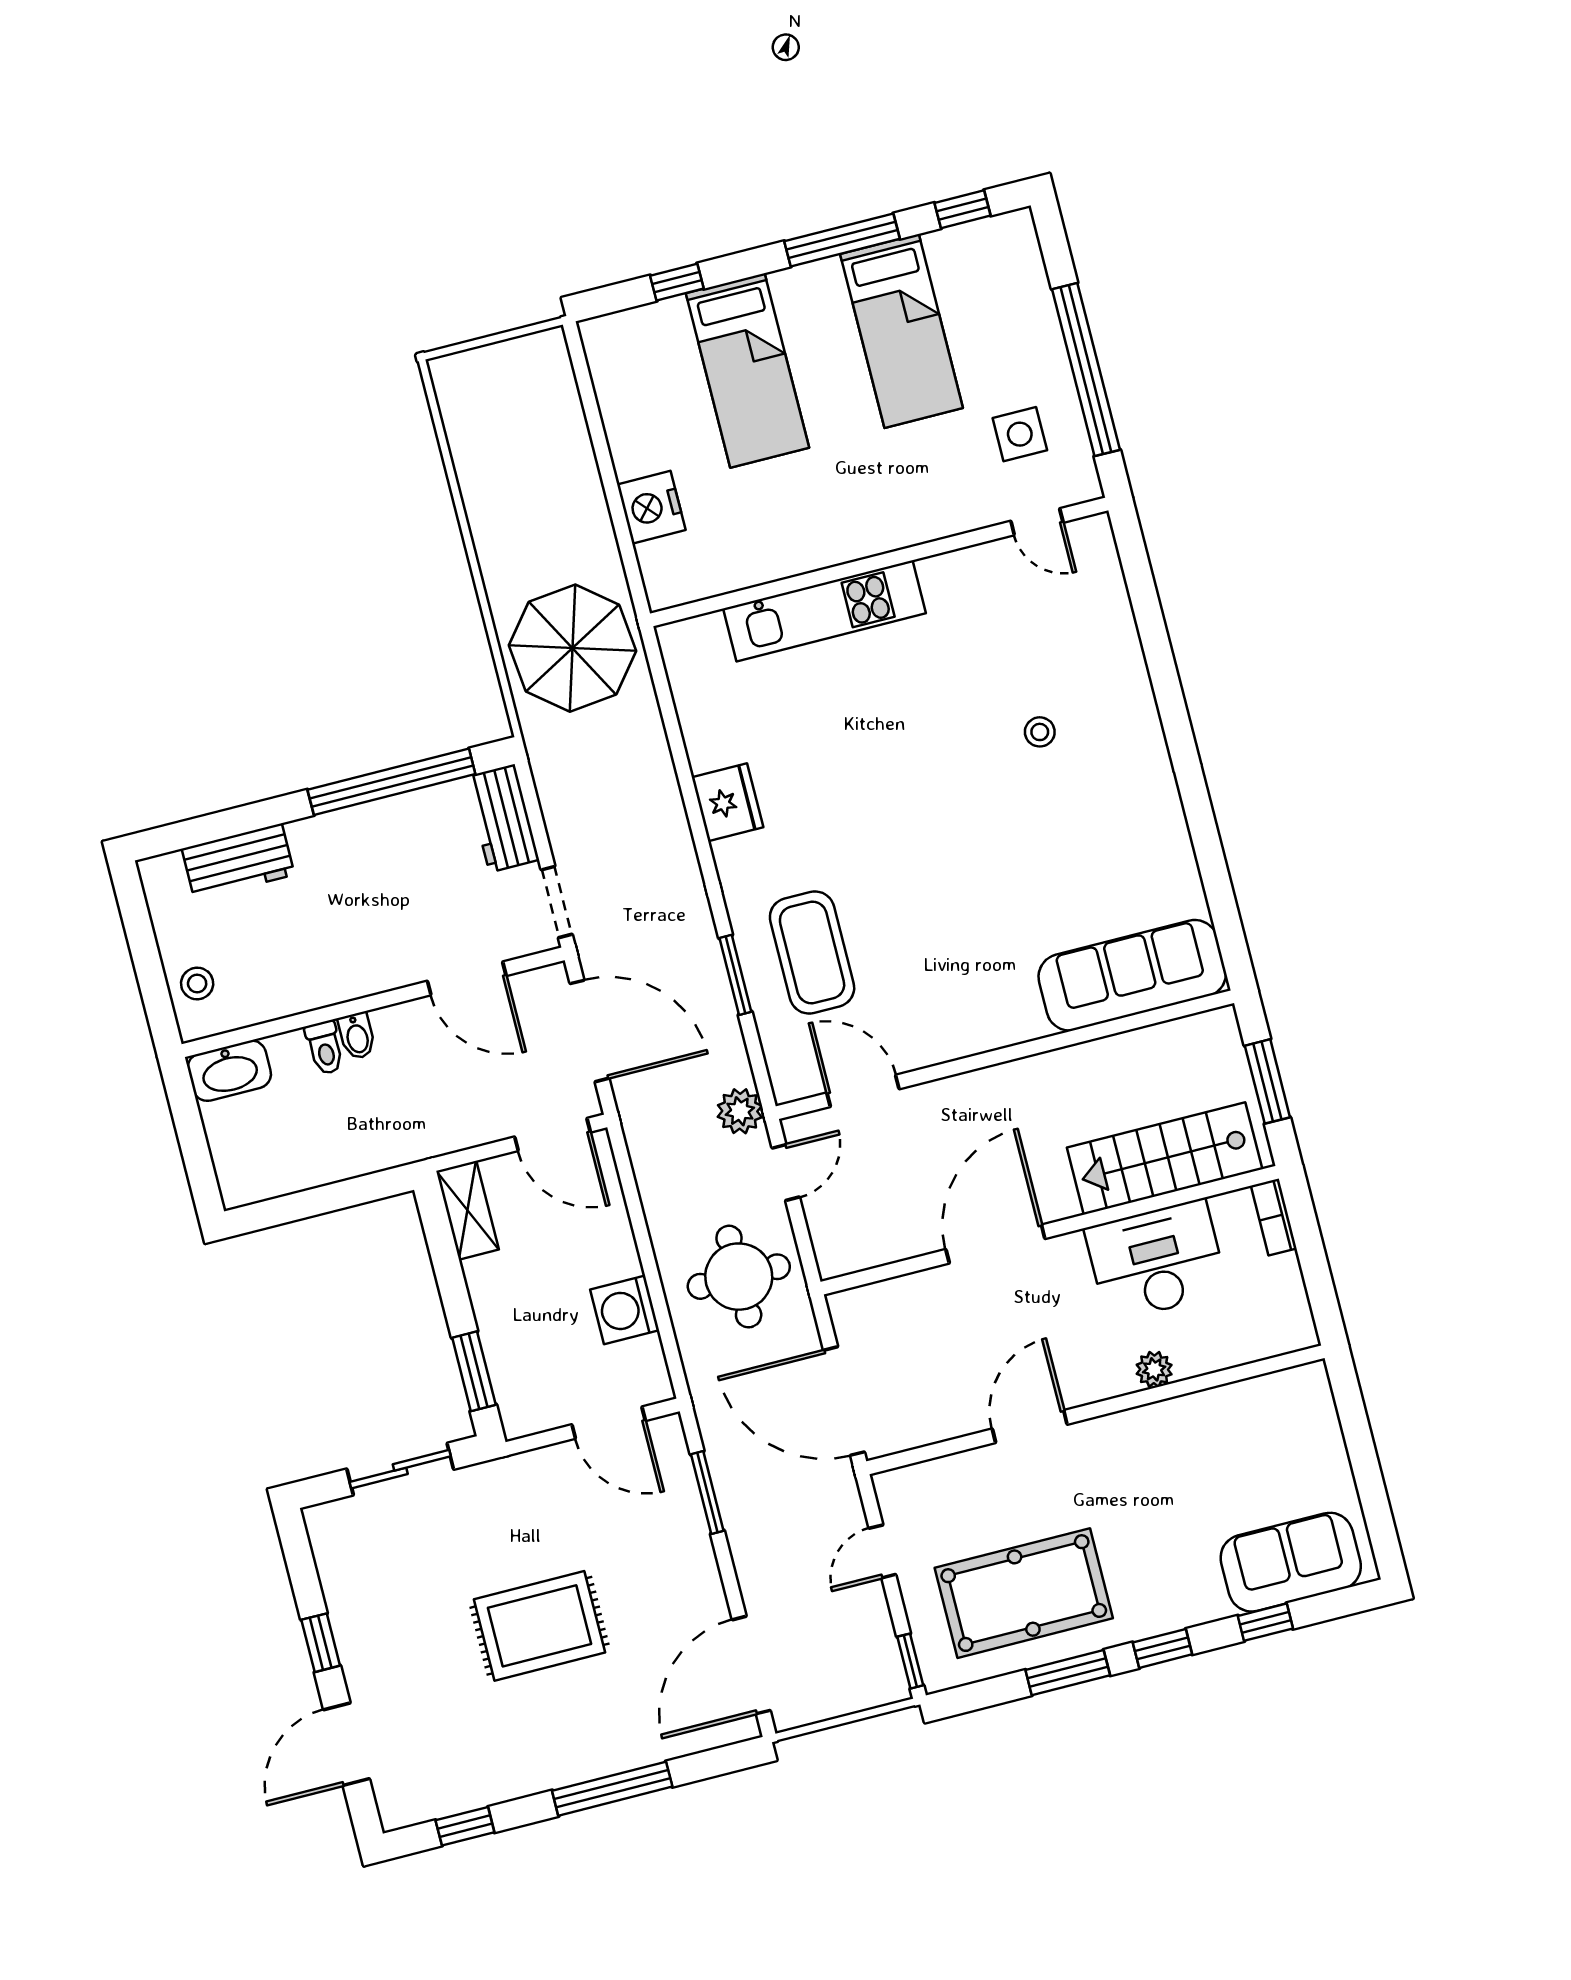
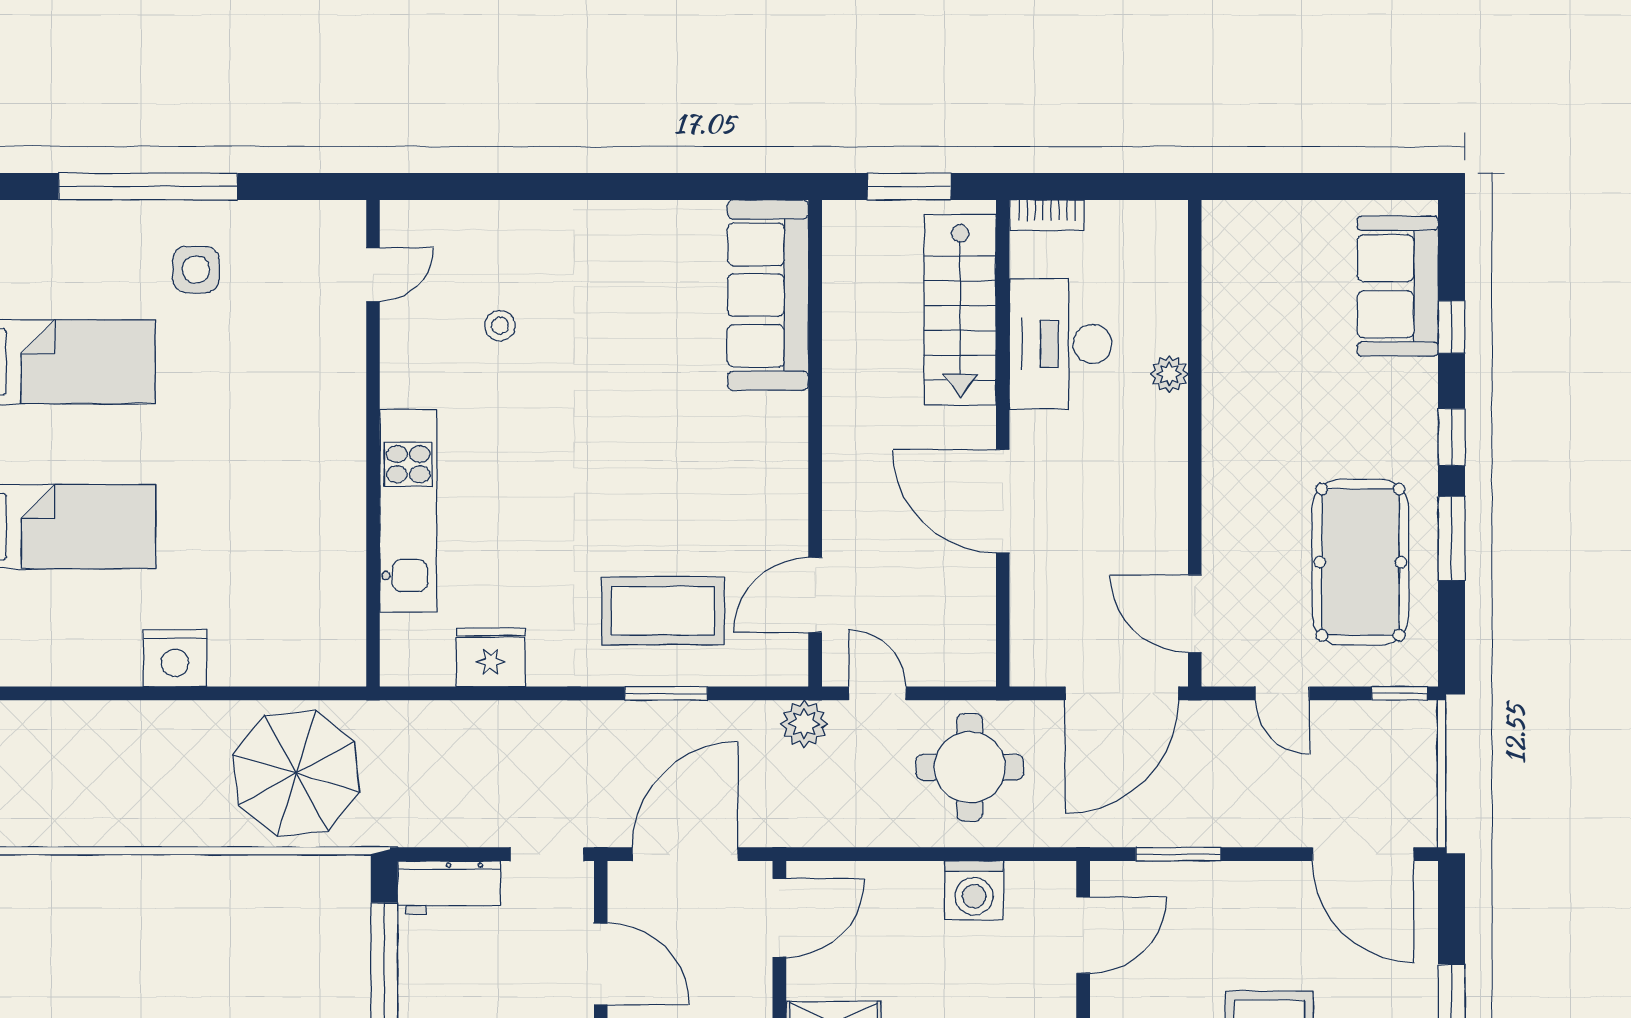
door: (1037, 522) -> (373, 275), moved
wall: (879, 562) -> (373, 443), moved
kitchen unit: (825, 611) -> (408, 511), moved
door: (467, 978) -> (601, 964), hinge flipped
door: (1030, 1427) -> (1195, 614), moved

